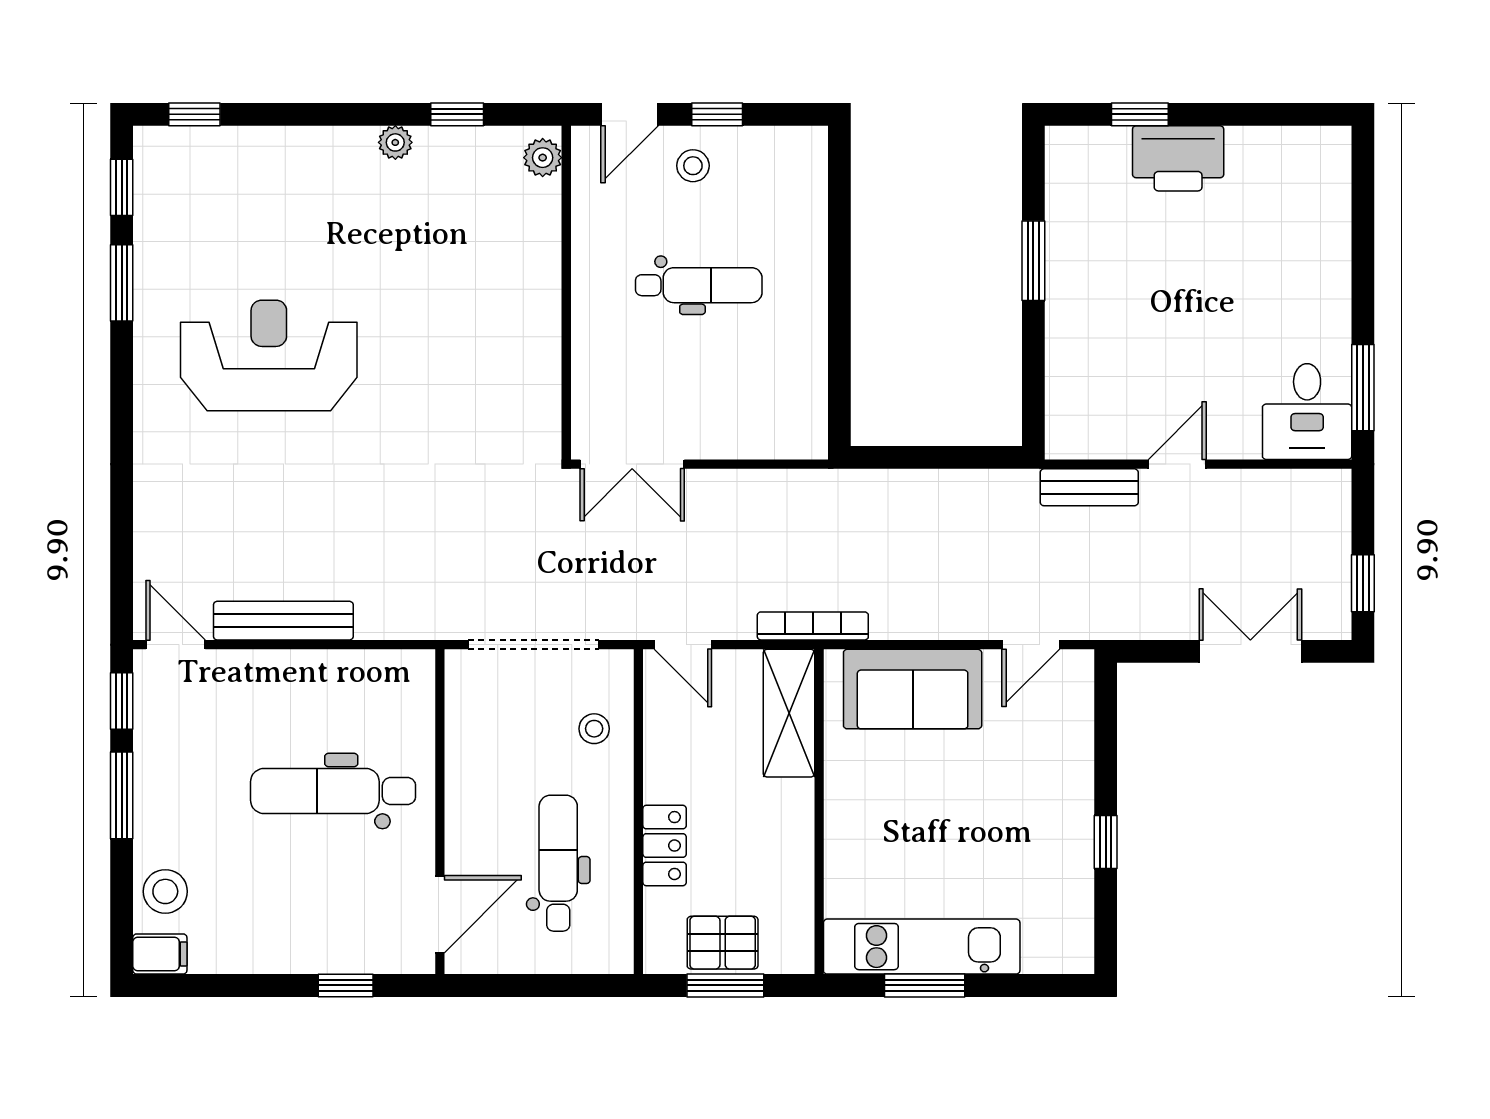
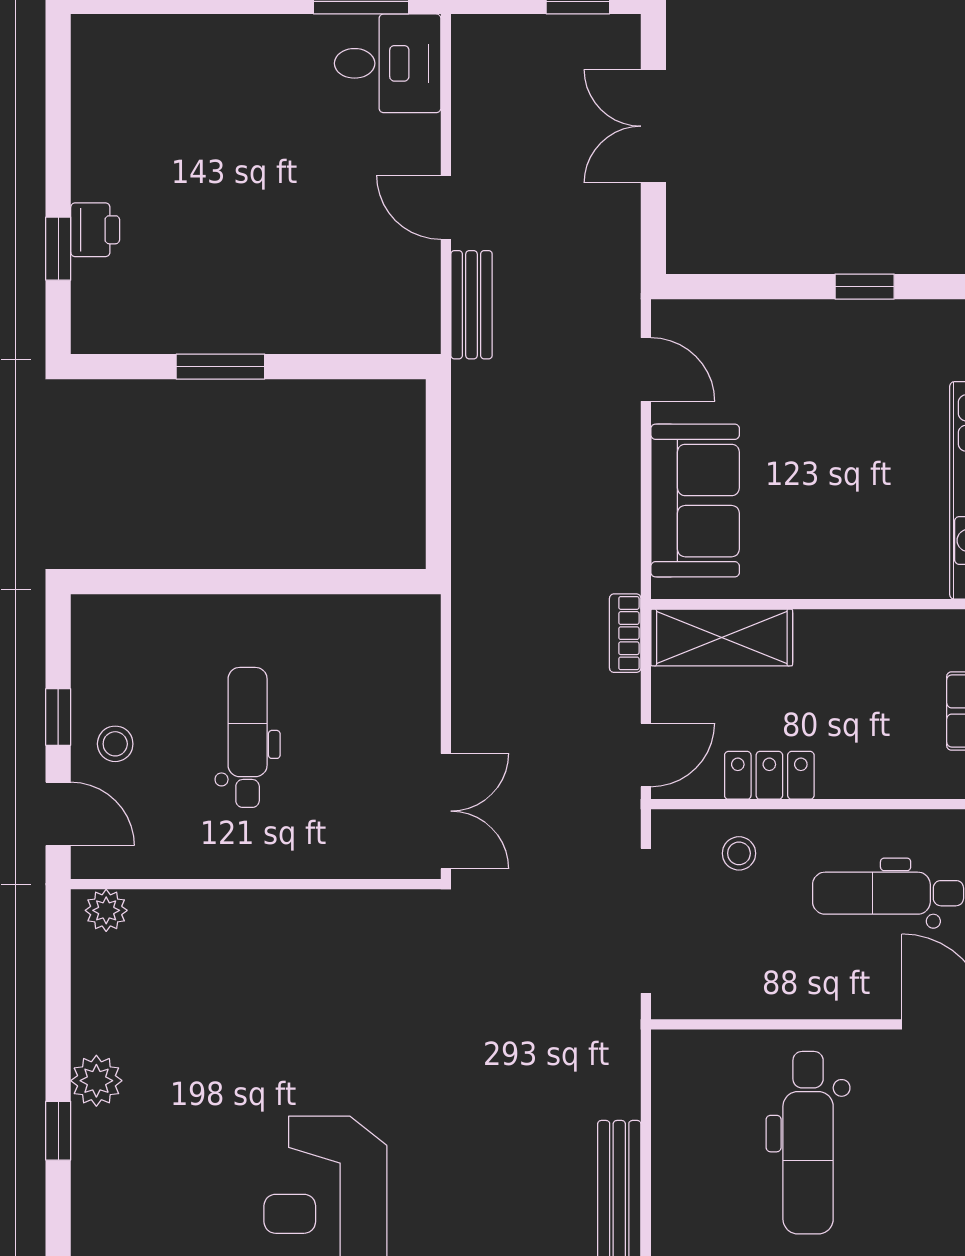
window: (457, 114) -> (58, 1131), moved
plant: (395, 142) -> (96, 1081), width x1.38, depth x1.38
printer: (1178, 158) -> (95, 230), width x0.53, depth x0.68
bookcase: (813, 626) -> (625, 633), width x0.64
locker: (665, 846) -> (769, 775), moved

